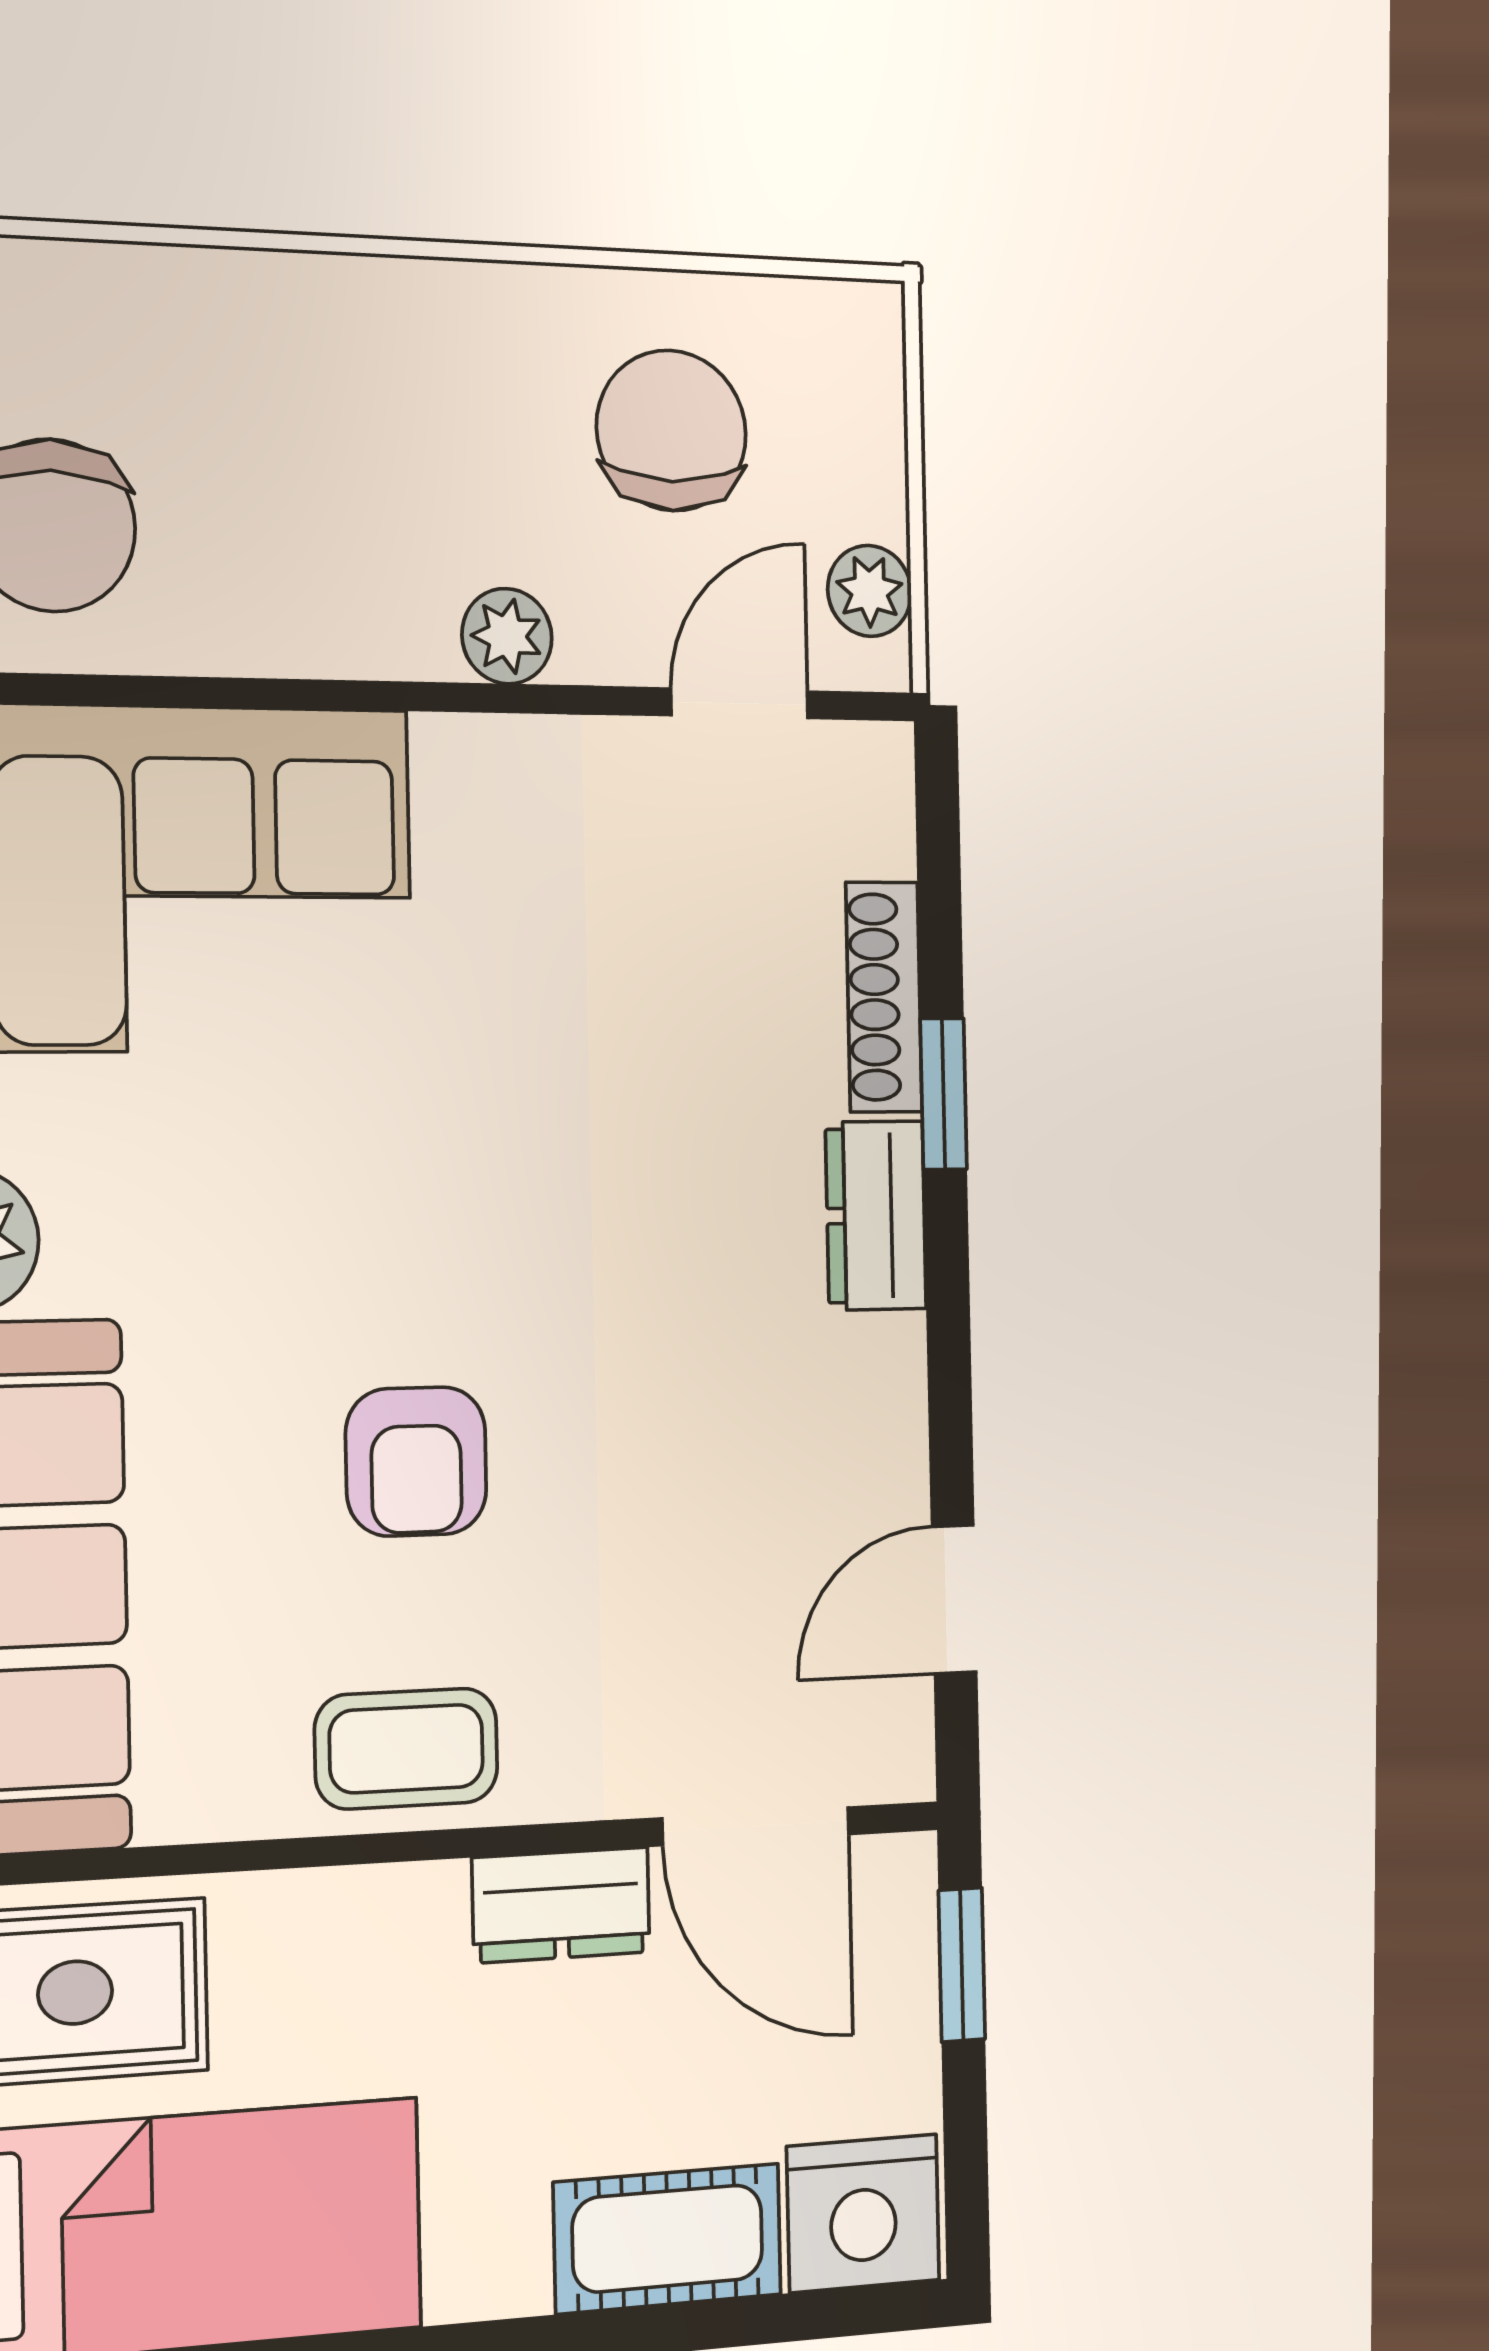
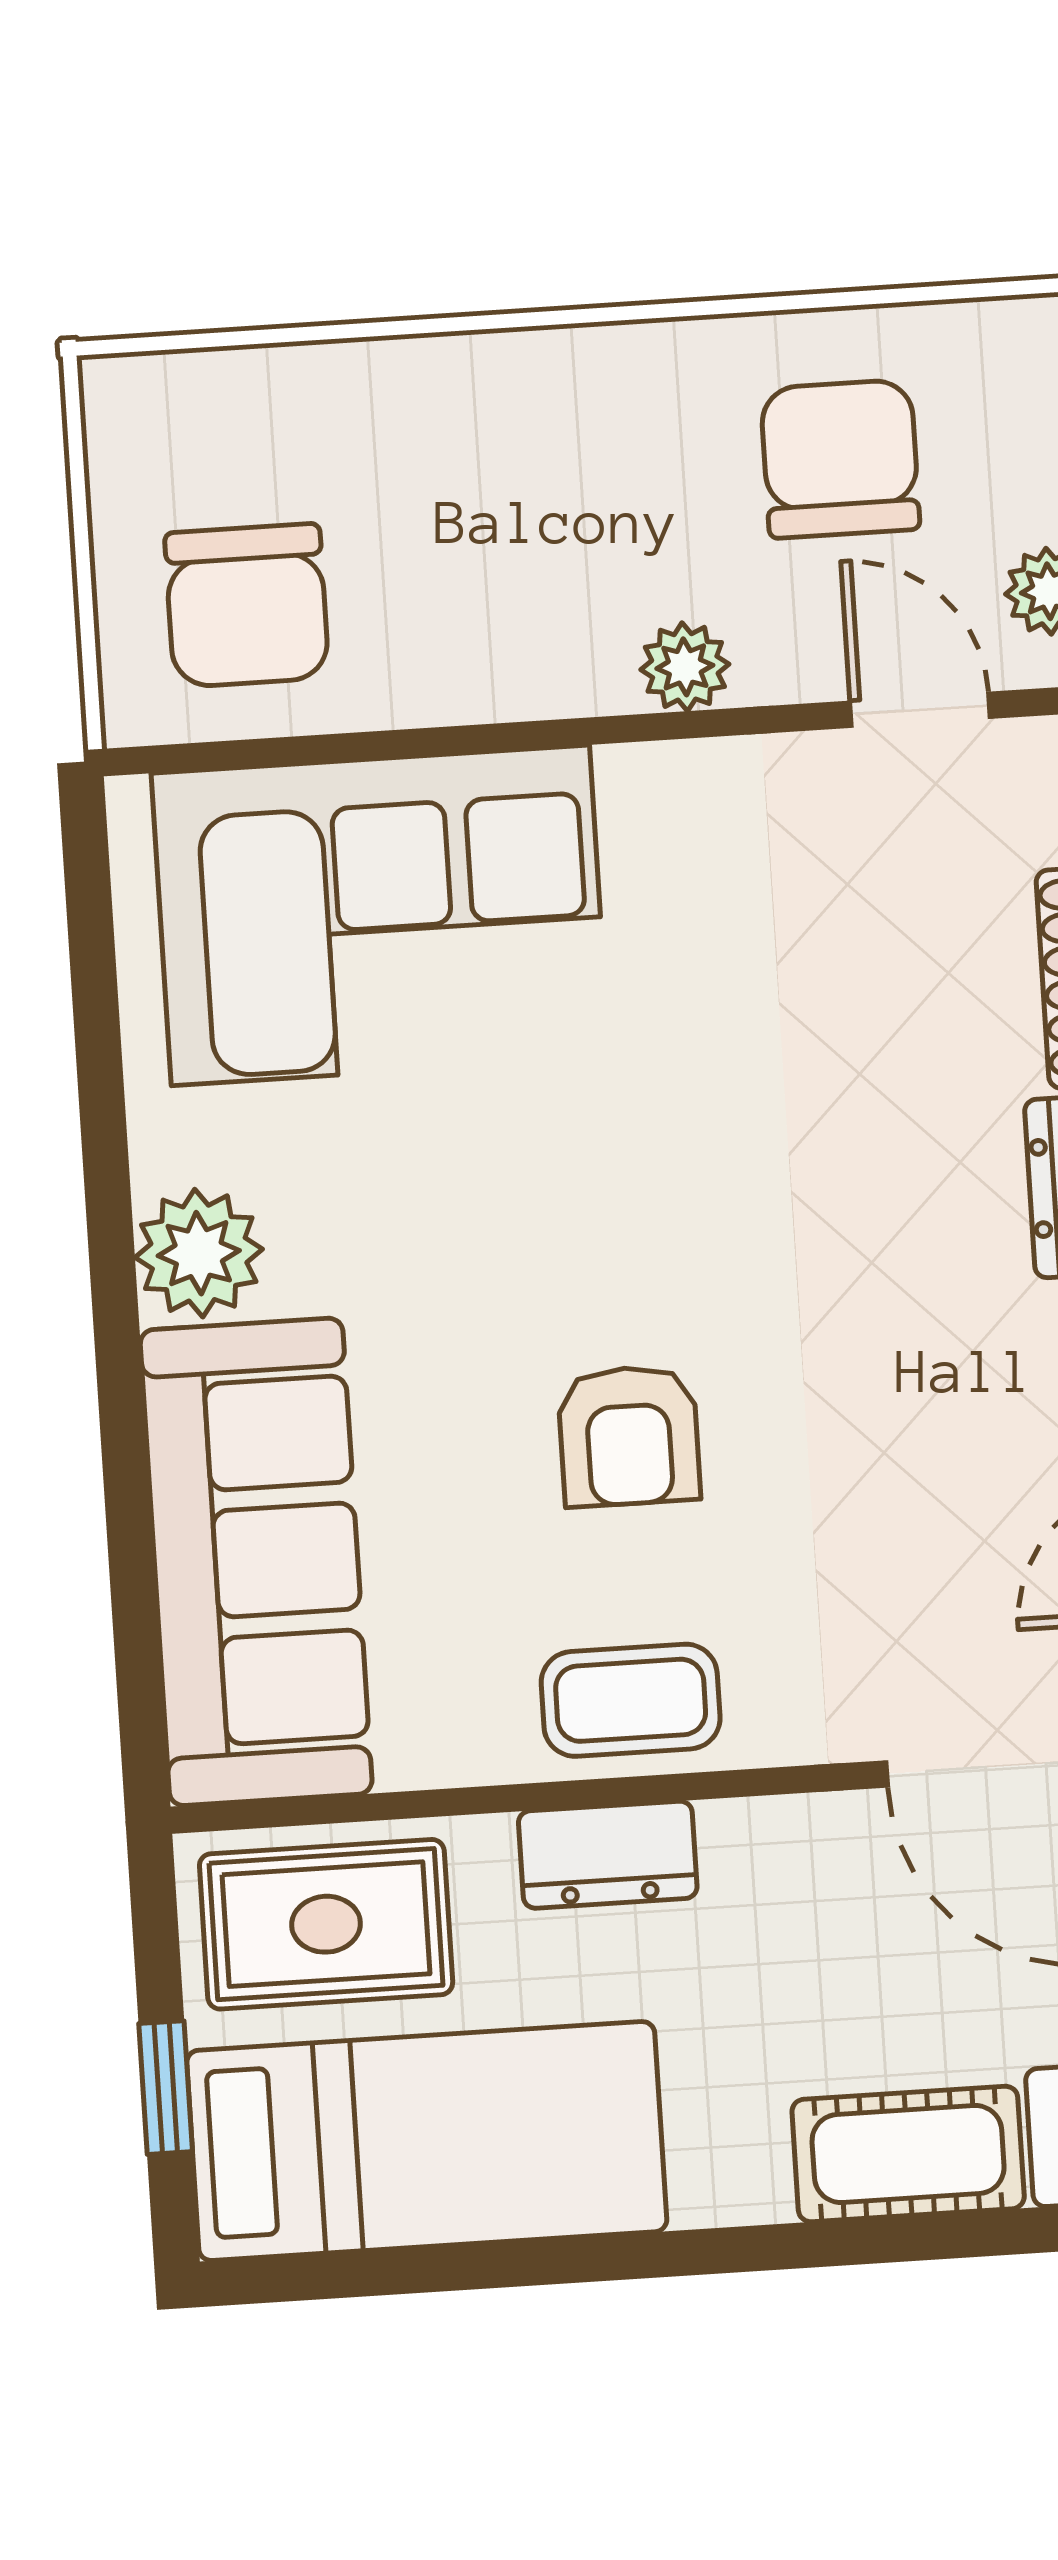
door: (740, 703) -> (920, 710), hinge flipped
dresser: (561, 1905) -> (608, 1855), moved

